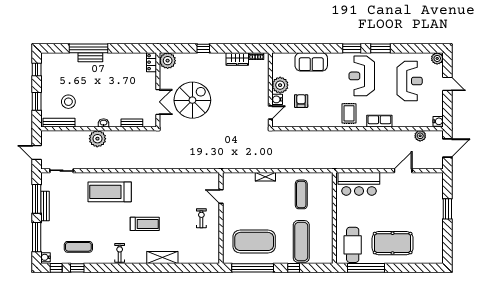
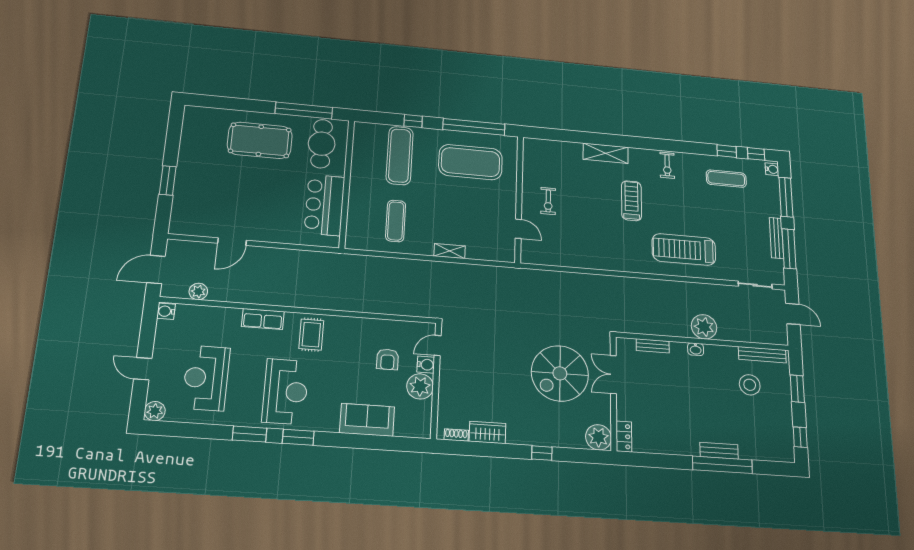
bar counter: (359, 184) -> (324, 205), moved, turned -90
treadmill: (110, 192) -> (684, 249), turned 180
treadmill: (145, 224) -> (631, 201), turned 90

